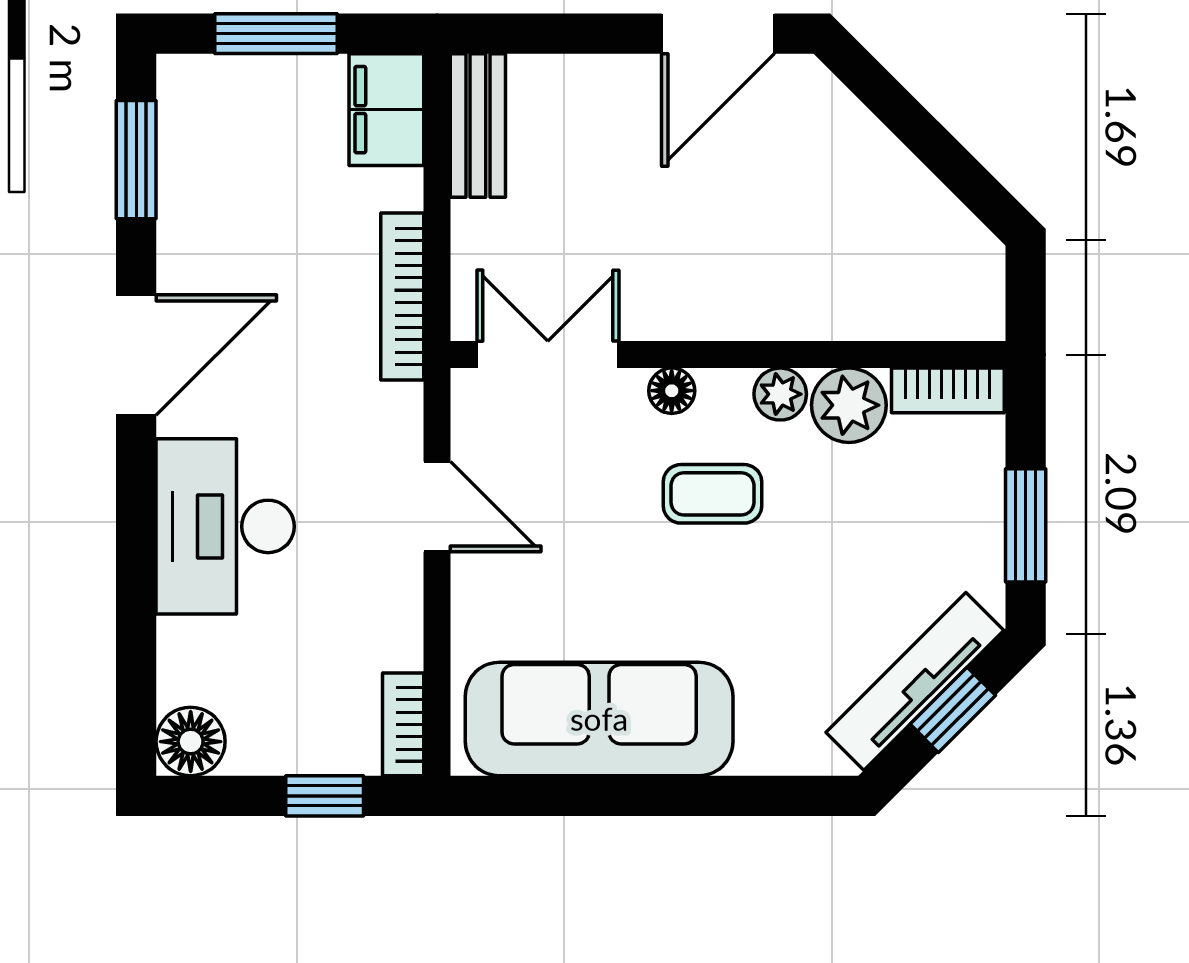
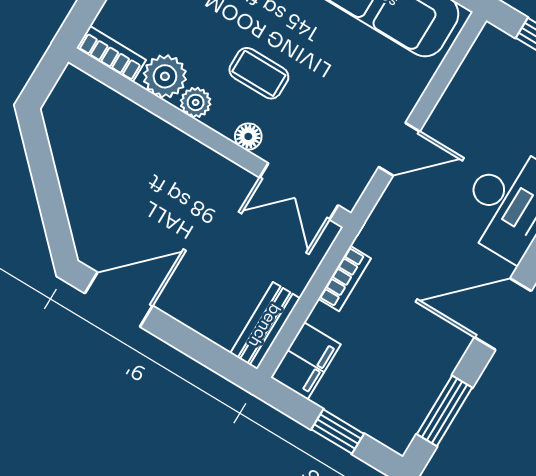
window: (276, 34) -> (338, 432), width x0.67
bookcase: (402, 296) -> (345, 279), width x0.64
door: (437, 507) -> (399, 149), swing flipped
bookcase: (403, 724) -> (481, 51), removed

